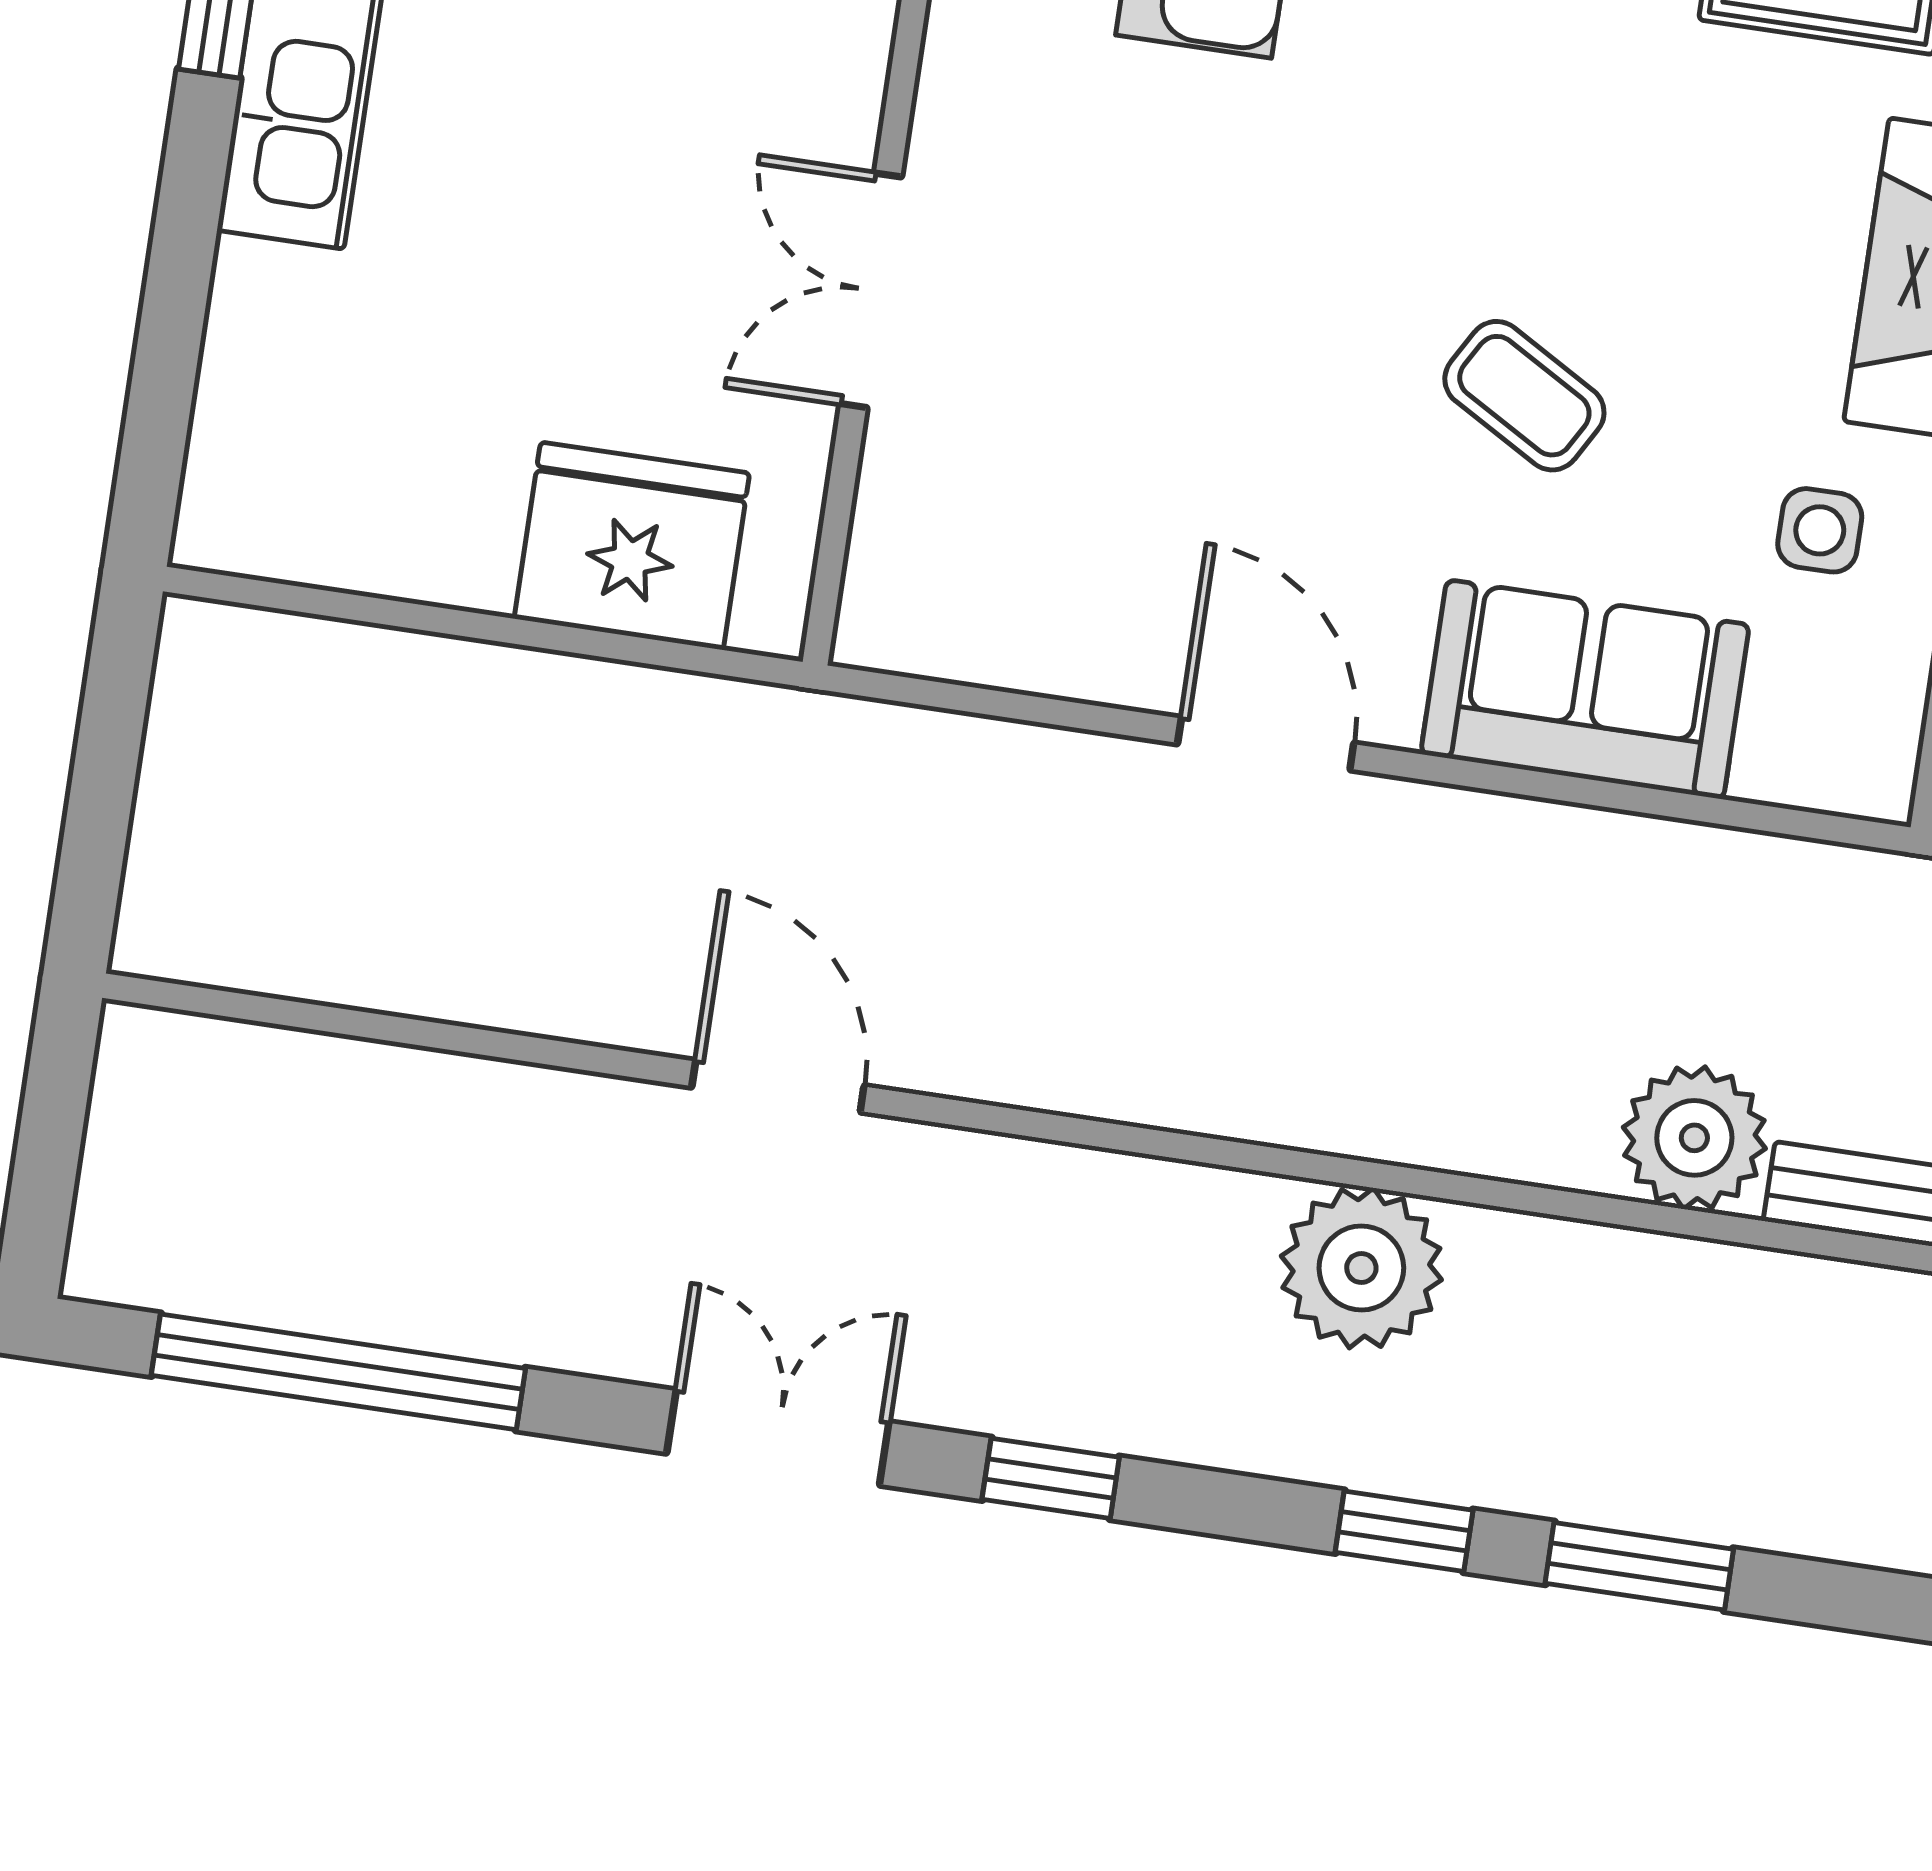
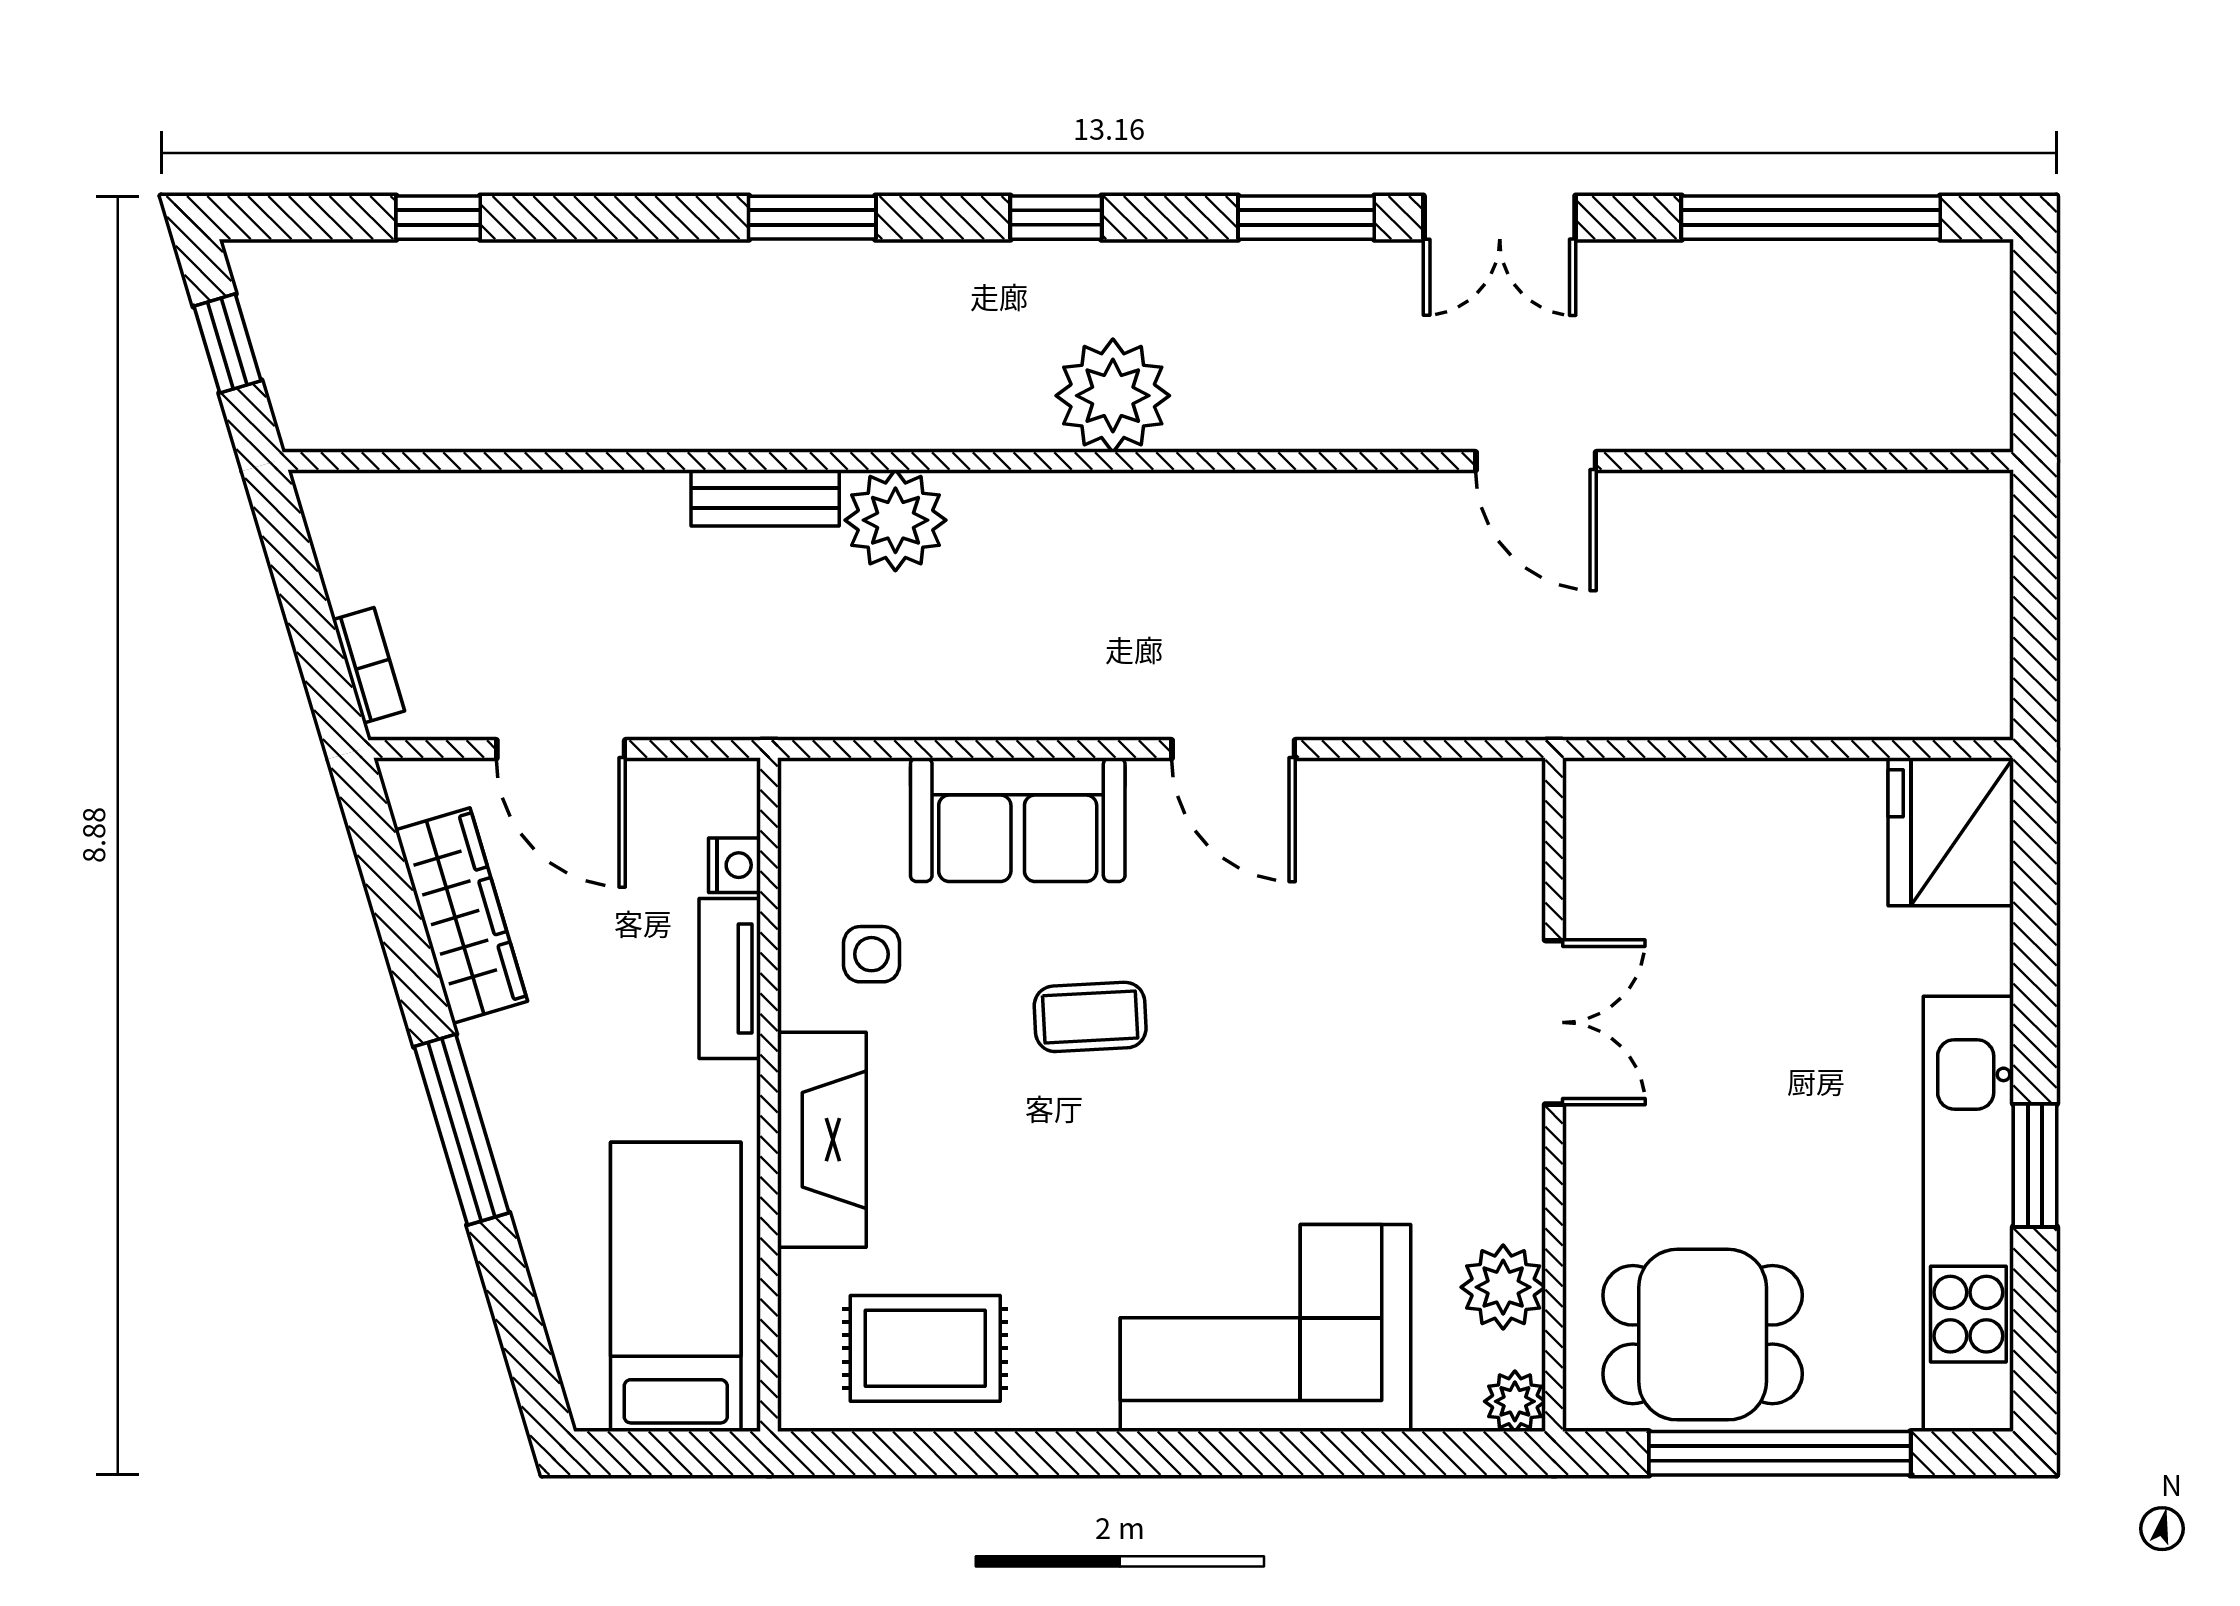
coffee table: (1524, 396) -> (1090, 1017), turned -33
fridge: (632, 546) -> (1951, 832), moved, turned 90
window: (1051, 1478) -> (1306, 218), width x1.50
window: (1639, 1566) -> (812, 218), moved

